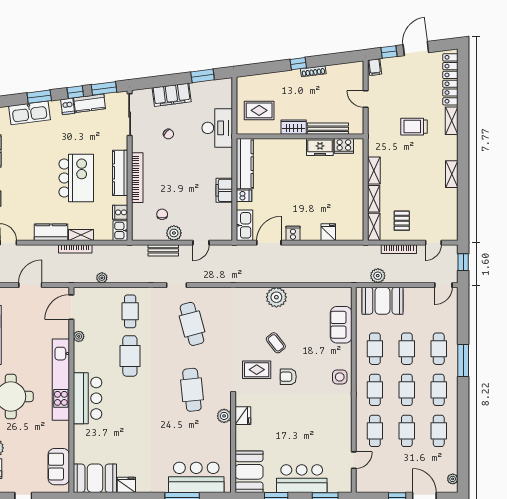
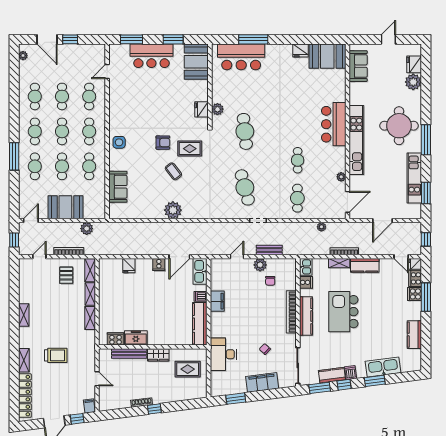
booth: (382, 301) -> (65, 207), moved
cafe table: (130, 356) -> (298, 160), width x0.73, depth x0.74

